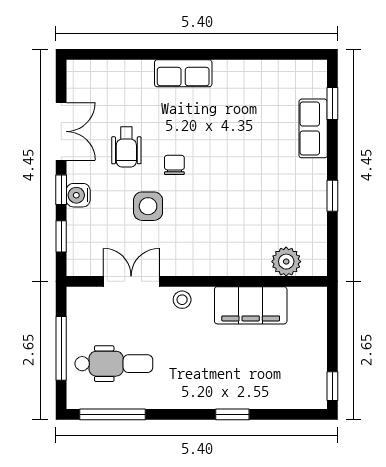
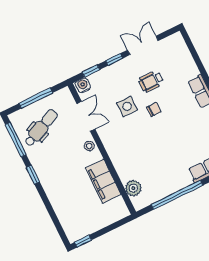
double door: (61, 131) -> (143, 45), swing flipped
water cooler: (78, 195) -> (83, 85), moved
window: (332, 196) -> (177, 195), width x3.17
dental chair: (114, 364) -> (41, 128), turned -114
window: (232, 414) -> (33, 175), moved

